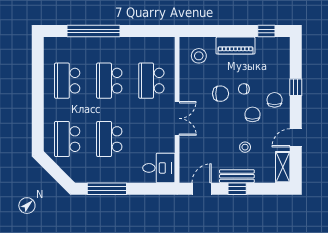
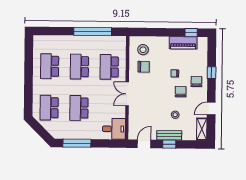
window: (93, 31) -> (93, 32), moved
piano: (235, 46) -> (183, 43), moved
chair: (221, 94) -> (144, 67), moved
double door: (177, 118) -> (127, 94), swing flipped

